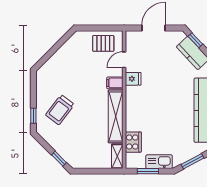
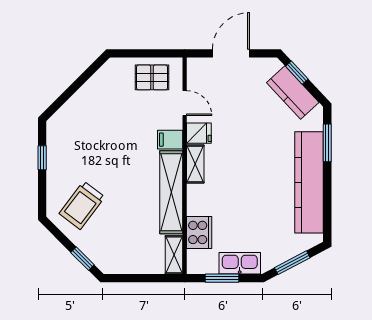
door: (124, 60) -> (185, 103), swing flipped
shelving: (131, 98) -> (195, 164), added
trolley: (60, 110) -> (82, 205), moved
window: (33, 116) -> (42, 158), moved

